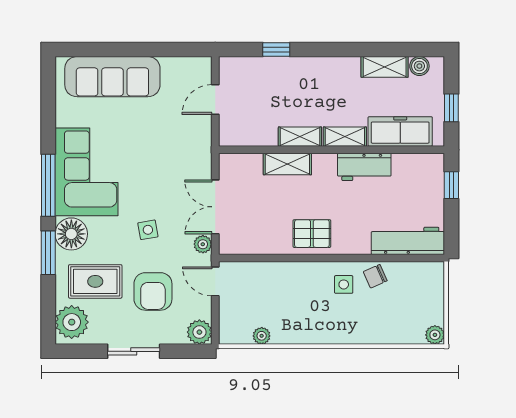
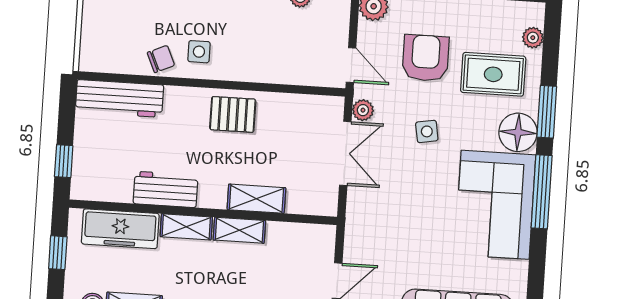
plant: (72, 322) -> (533, 38), width x0.53, depth x0.53

